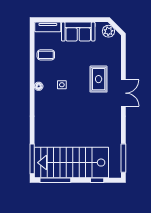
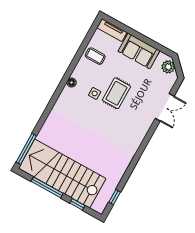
rug: (99, 79) -> (116, 93), moved
double door: (123, 93) -> (165, 107), moved
window: (123, 158) -> (115, 197), width x0.46
window: (55, 180) -> (47, 187), moved

